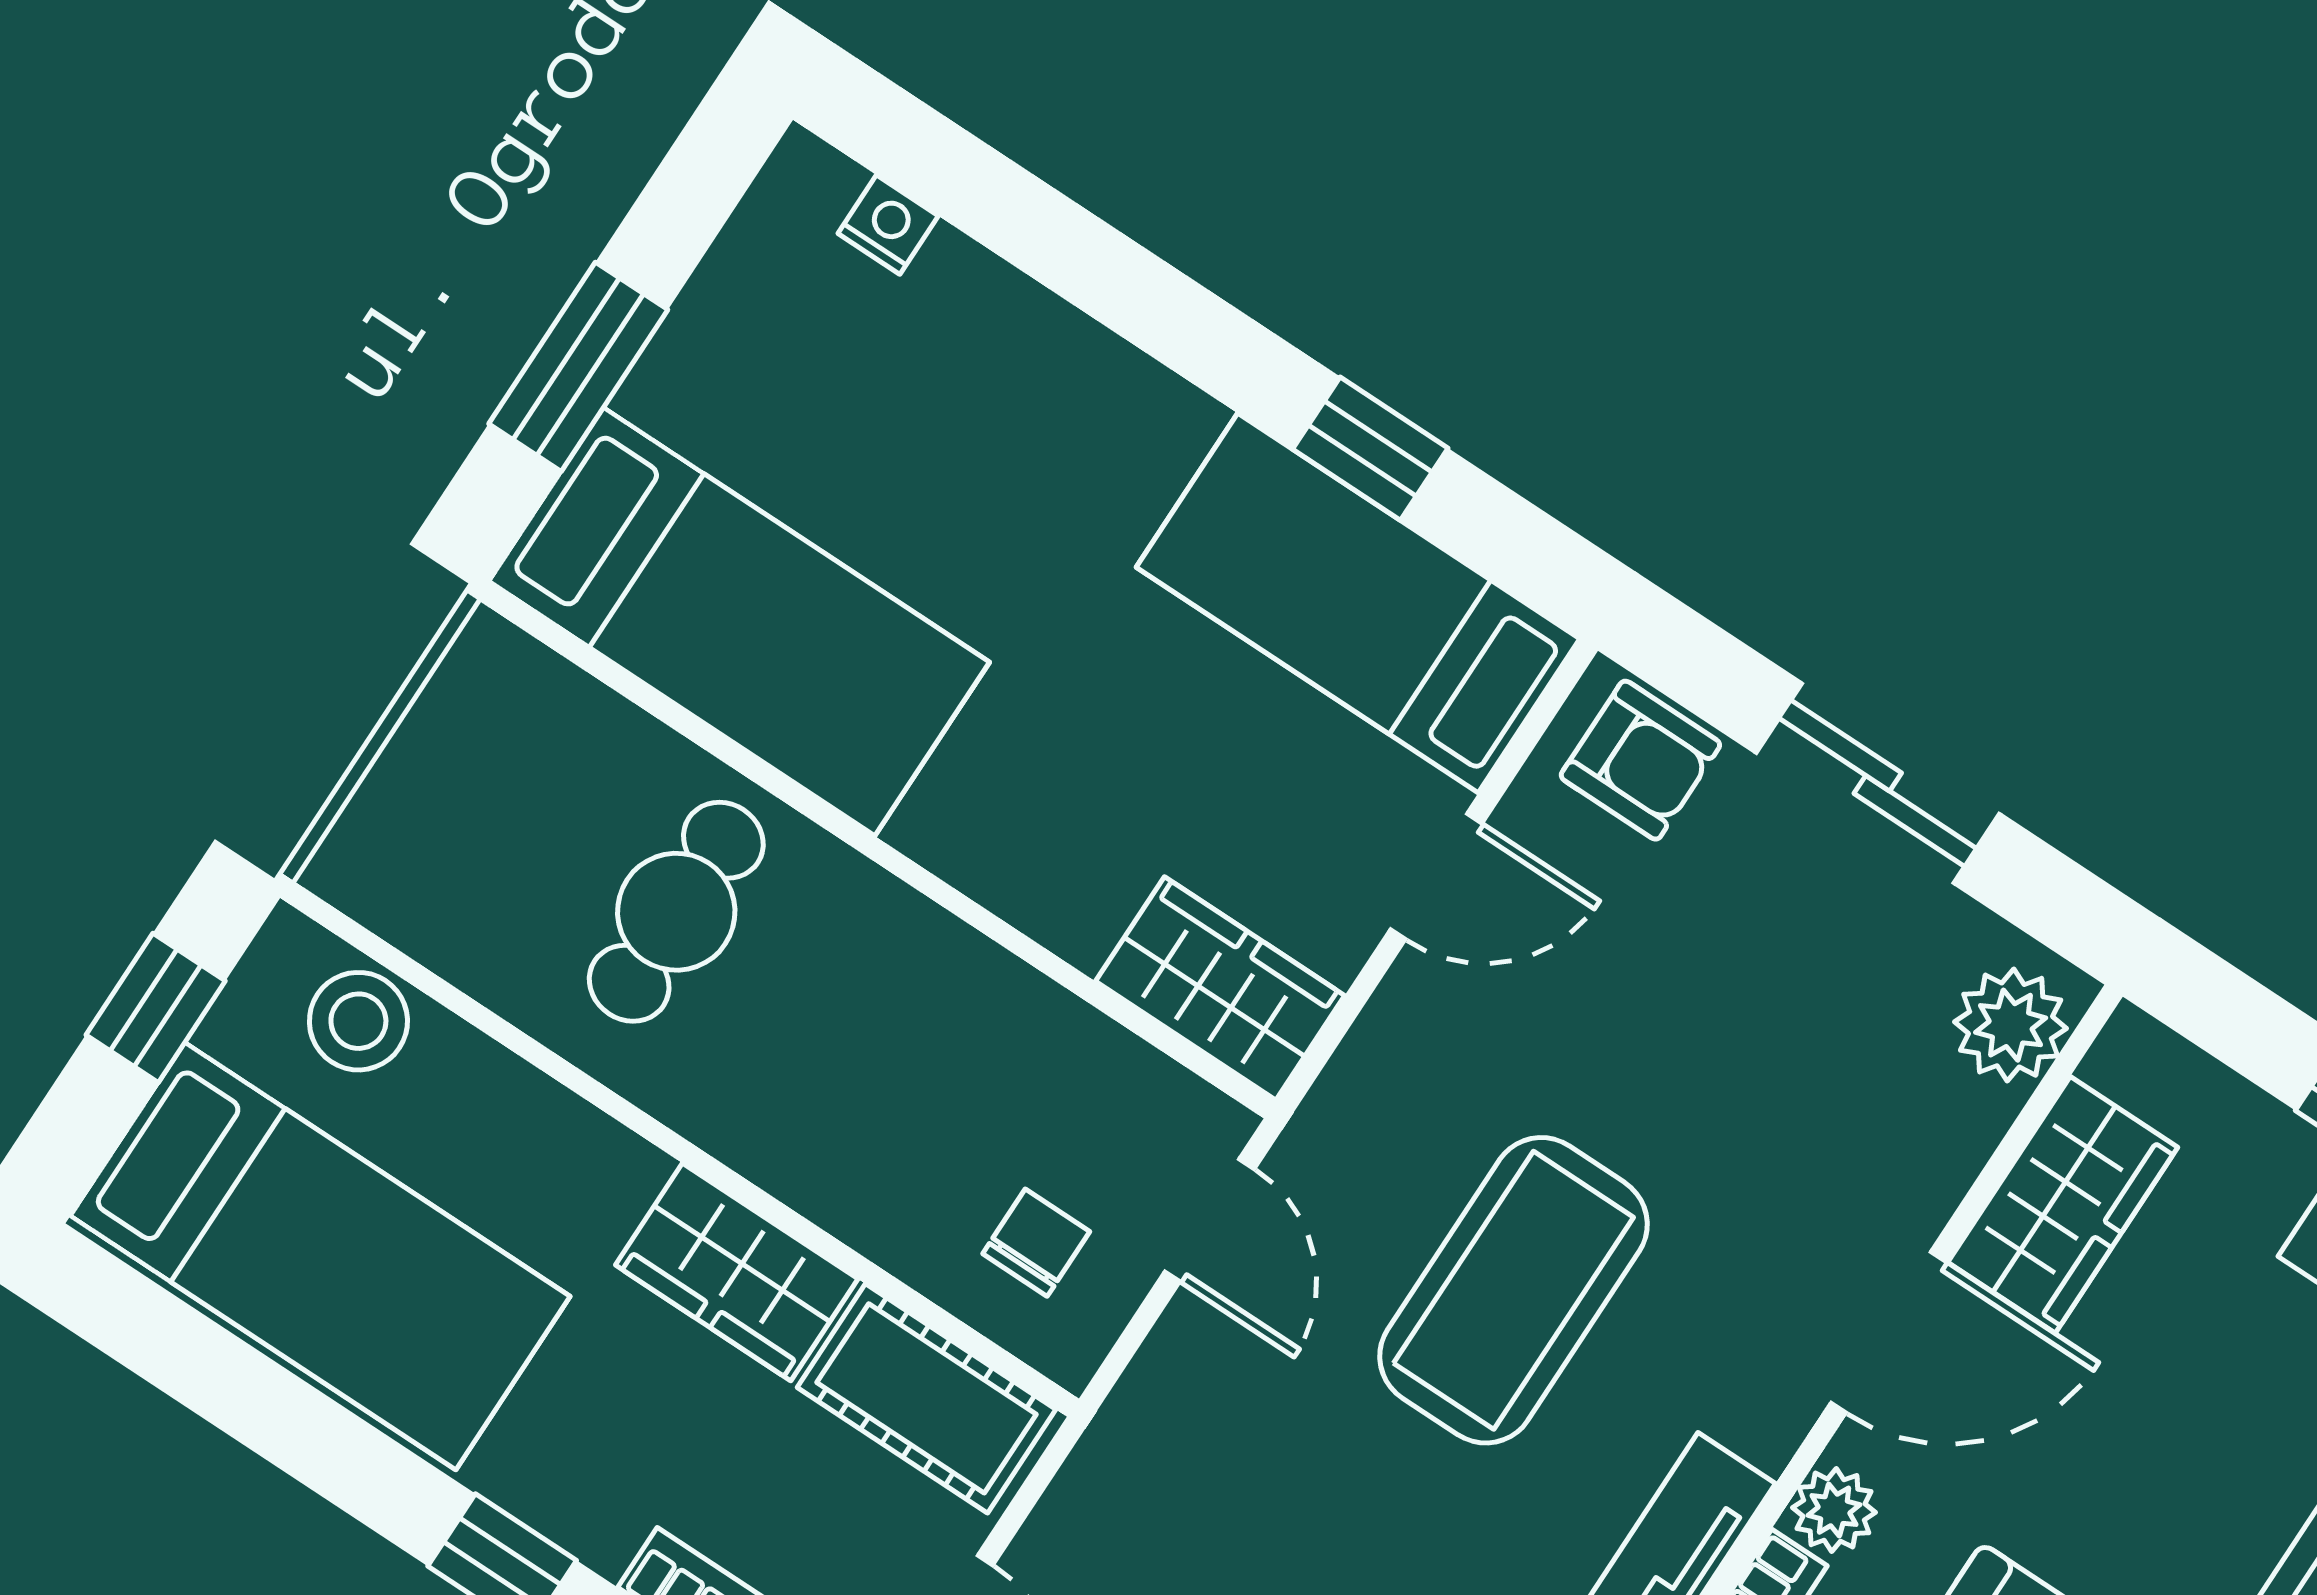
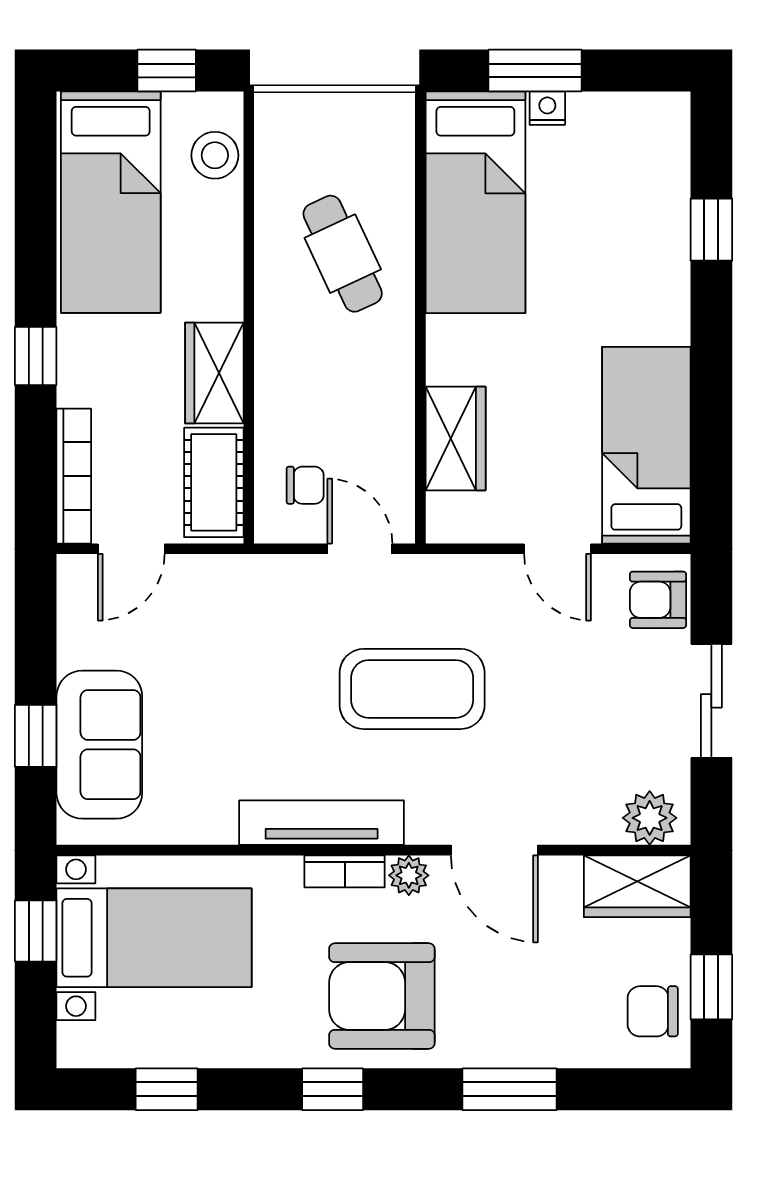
nightstand: (888, 225) -> (547, 108), moved, turned -90
window: (1370, 449) -> (711, 230), moved
armchair: (1640, 760) -> (658, 600), turned 90
cafe table: (676, 912) -> (343, 254), turned 65
wardrobe: (1220, 988) -> (456, 438), moved
wardrobe: (2063, 1205) -> (637, 886), moved
door: (1209, 1220) -> (360, 549), swing flipped

